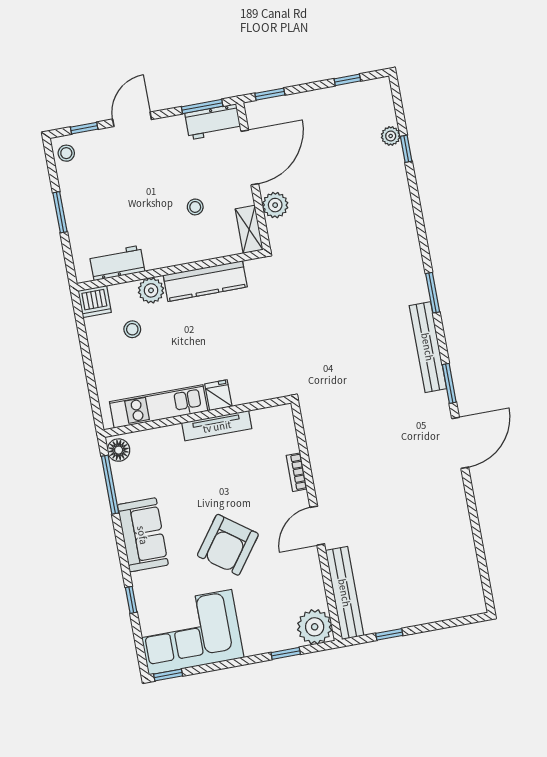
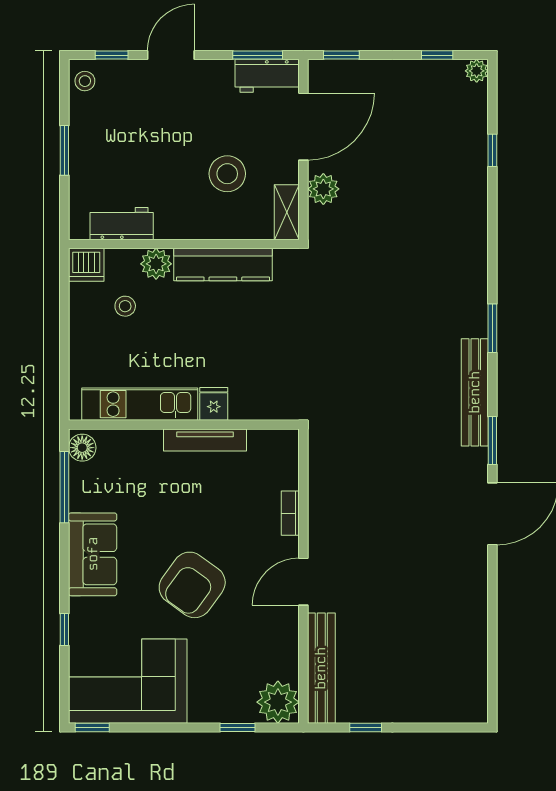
plant: (391, 136) -> (477, 71), moved
stool: (195, 207) -> (227, 174), width x1.89, depth x1.89

